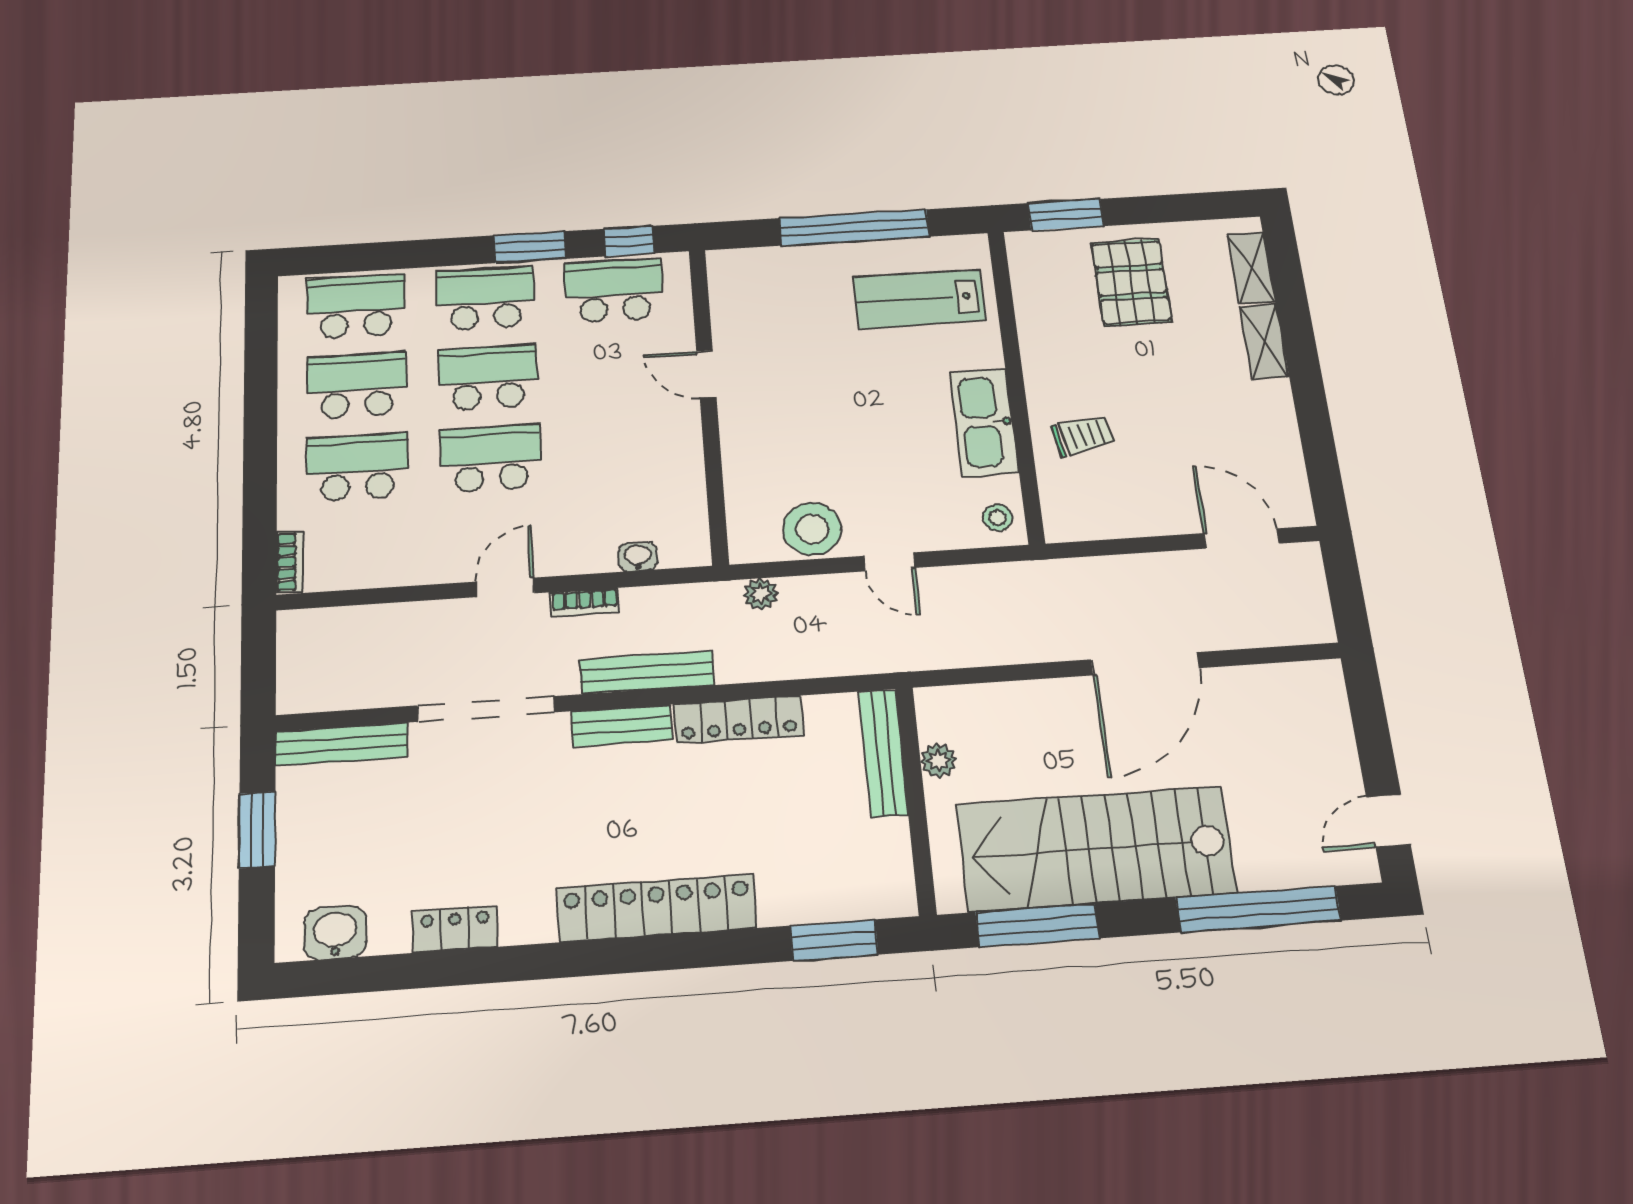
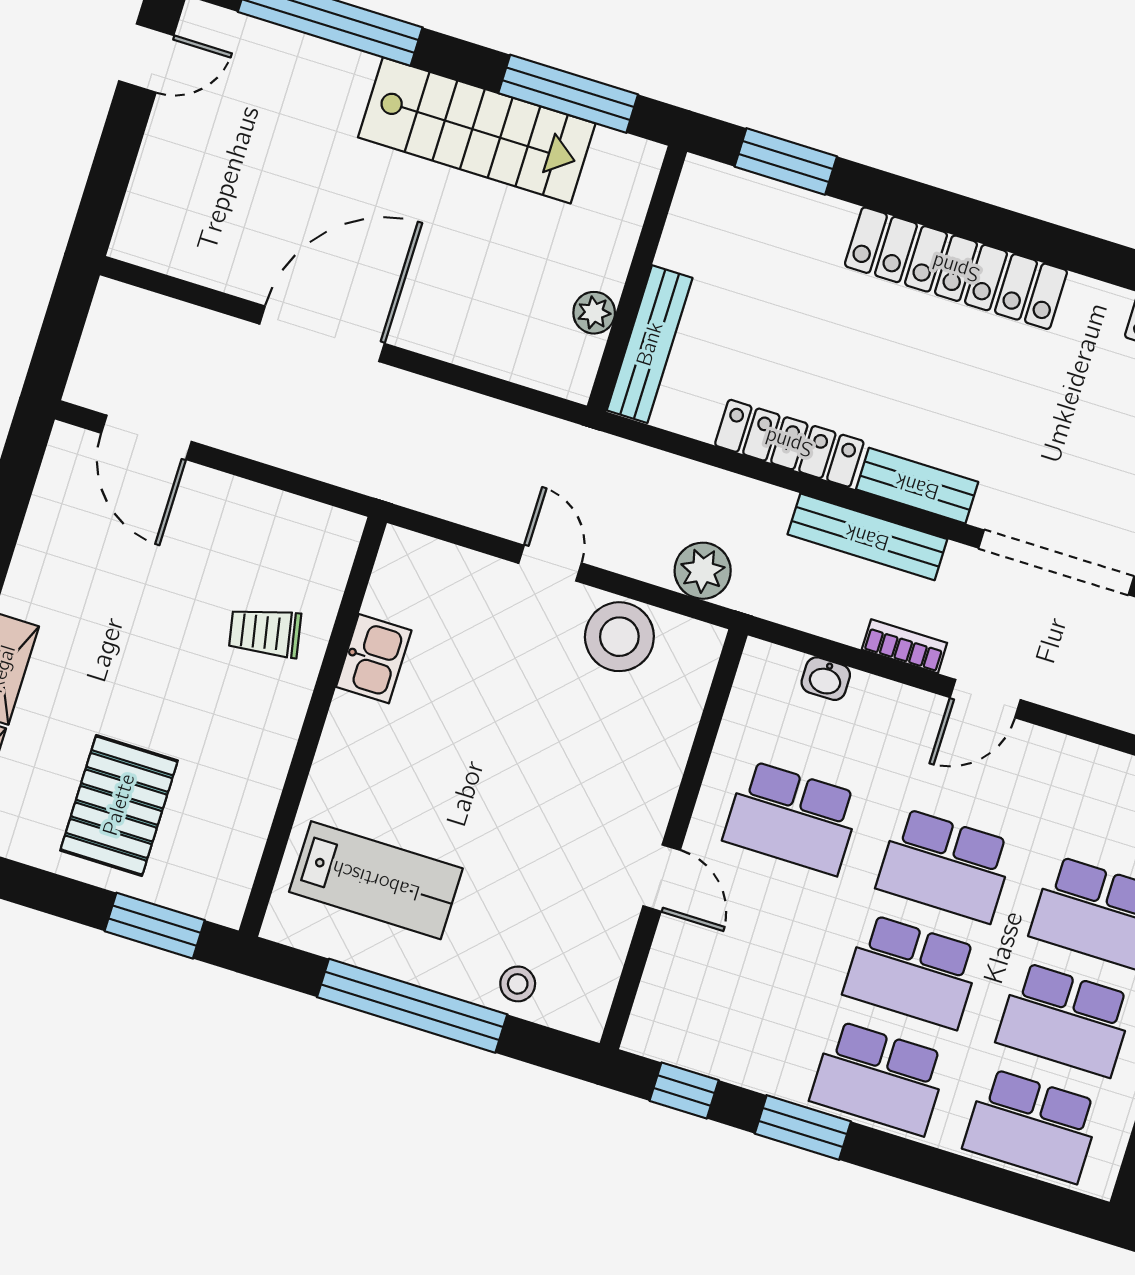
school desk: (614, 290) -> (792, 818), moved
kitchen sink: (984, 422) -> (374, 659), width x0.53, depth x0.81
stool: (997, 518) -> (518, 984), moved
plant: (761, 594) -> (703, 571), width x1.38, depth x1.38
stairs: (1096, 849) -> (477, 130), width x0.73, depth x0.66

